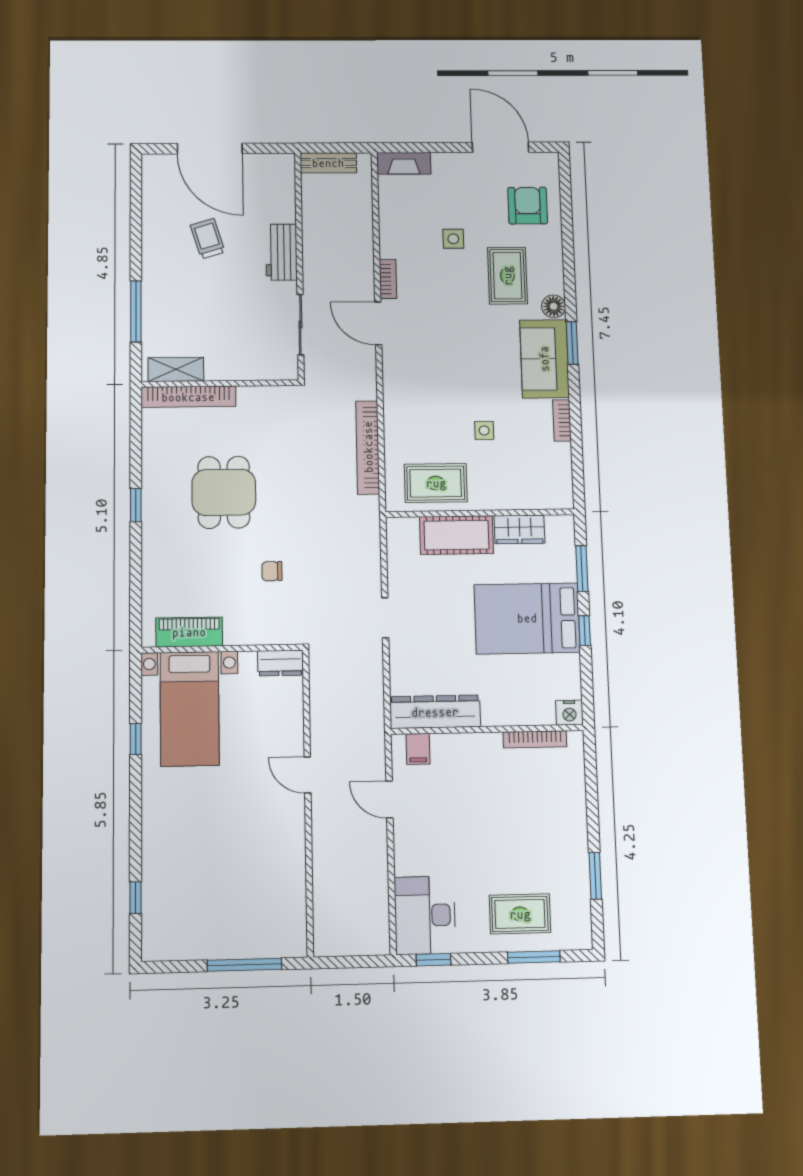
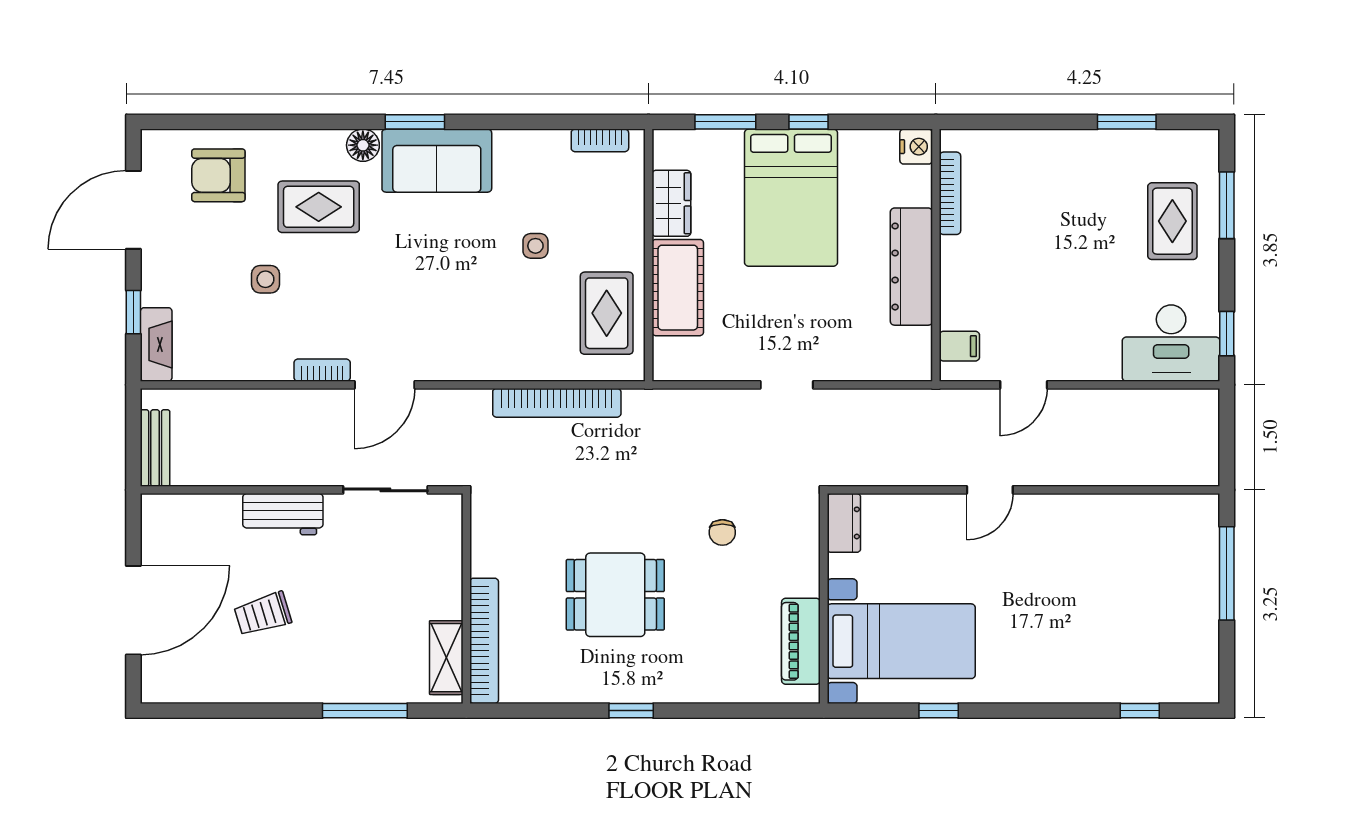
window: (427, 148) -> (133, 312), added
bookcase: (562, 420) -> (600, 140), moved
dresser: (435, 712) -> (911, 267), moved

